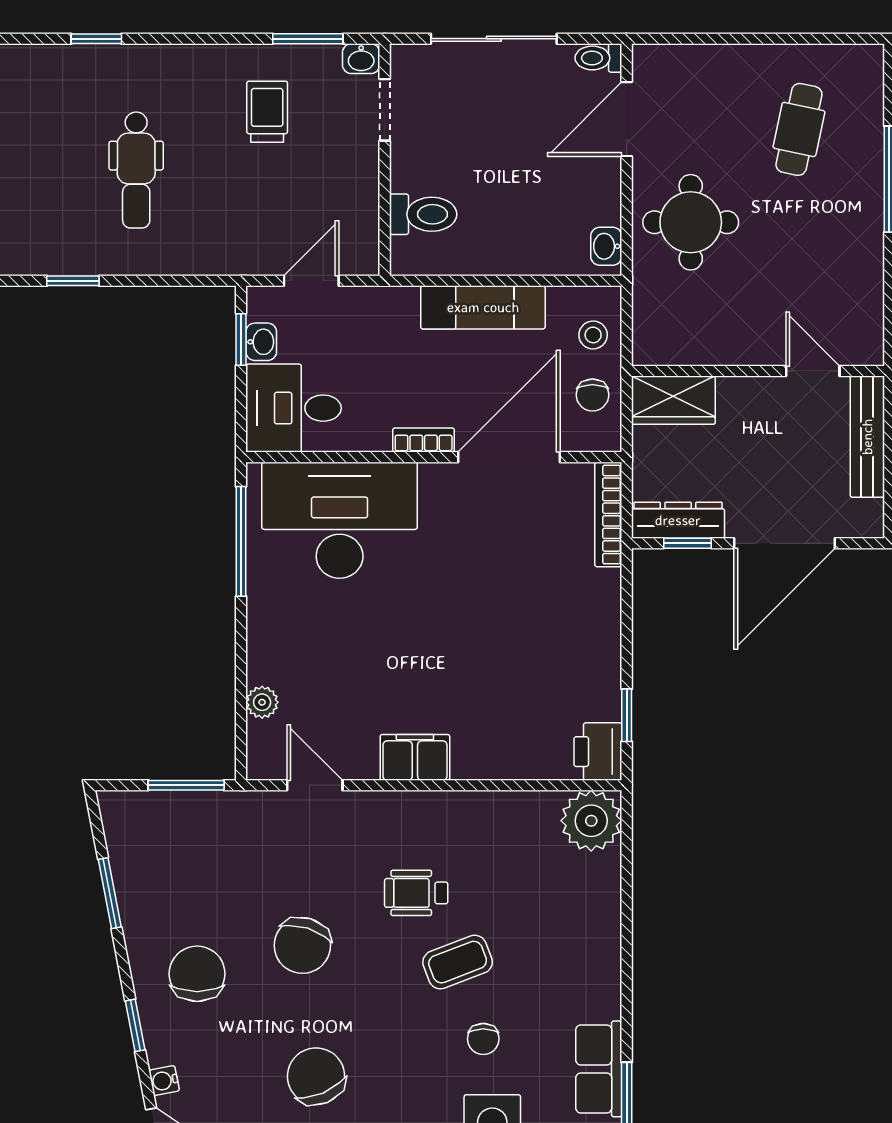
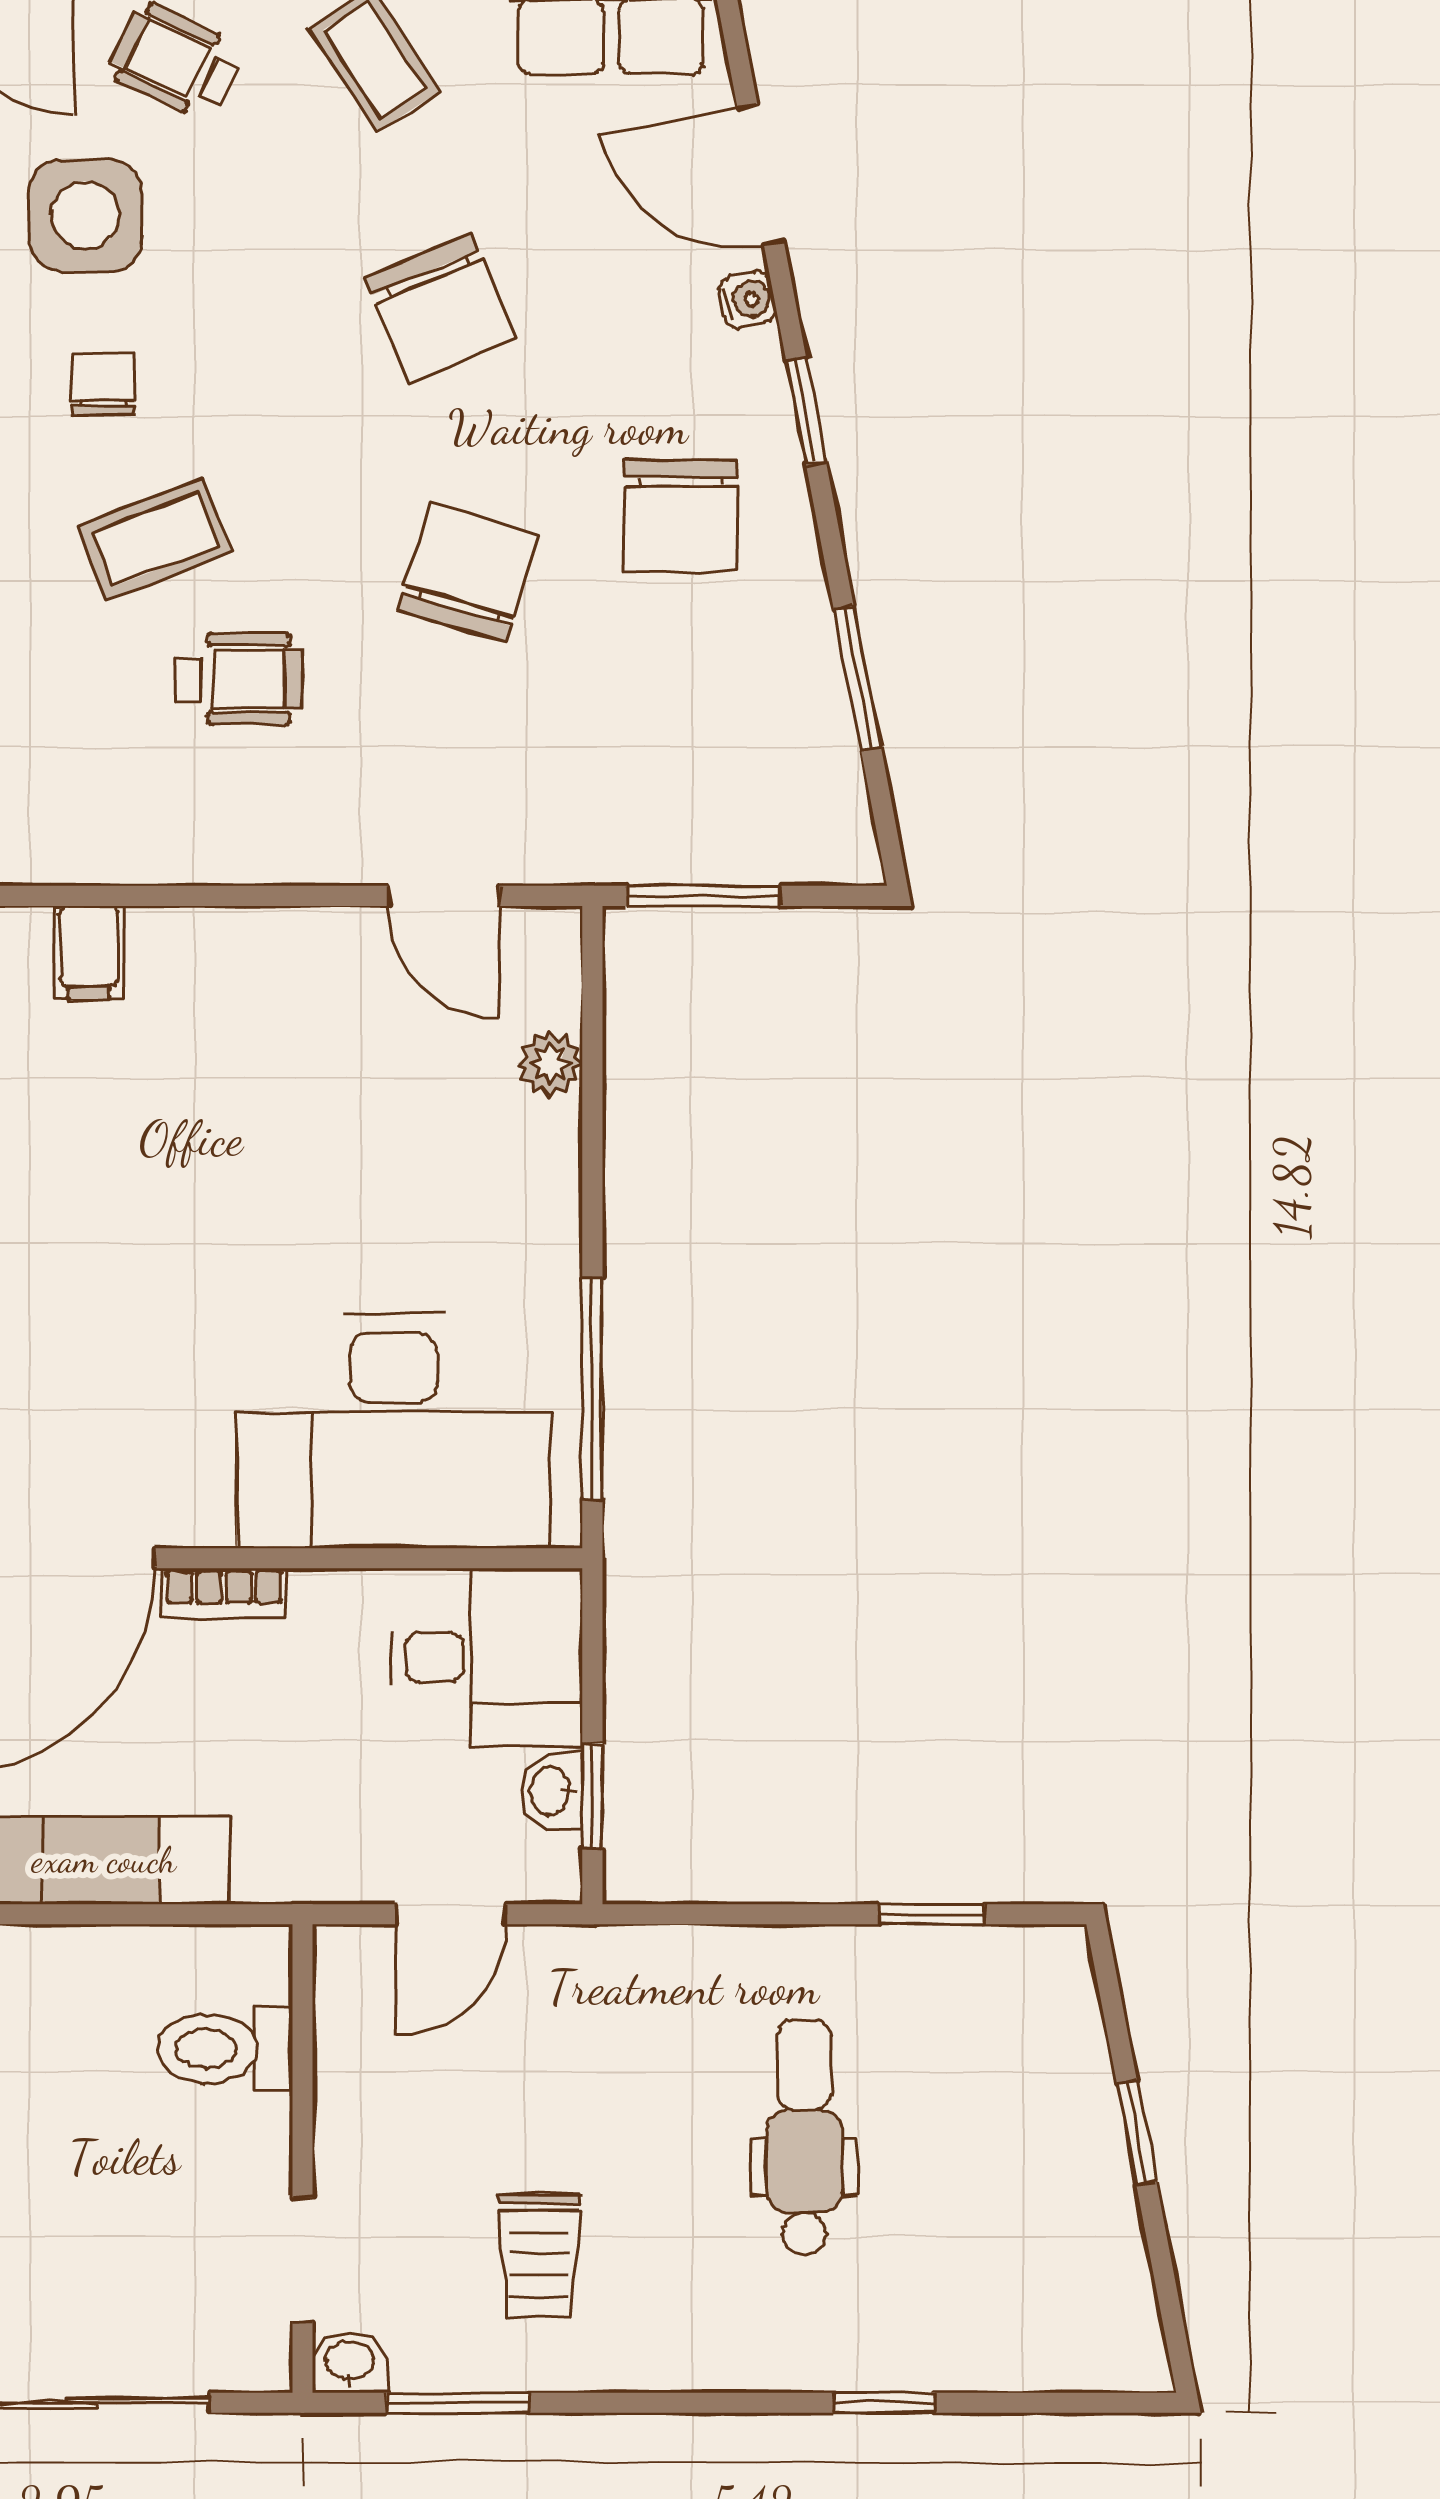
filing cabinet: (415, 757) -> (89, 952), moved, width x0.50

